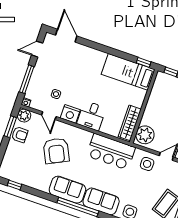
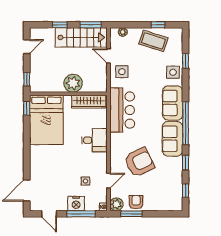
bed: (128, 72) -> (46, 120), width x1.50
nightstand: (70, 114) -> (76, 204), moved, turned 90
plant: (145, 135) -> (73, 83), moved
window: (41, 194) -> (186, 163), added

